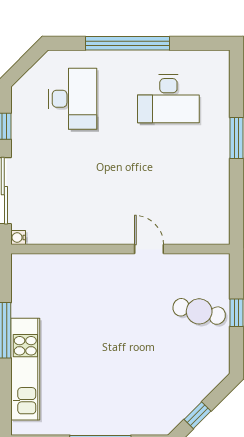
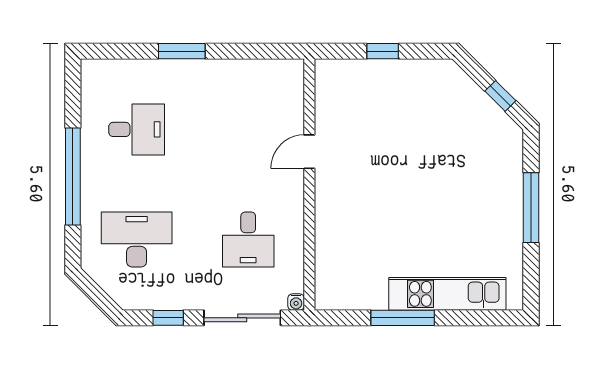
desk: (168, 99) -> (137, 129), width x0.73
desk: (73, 196) -> (248, 240), added
cafe table: (199, 311) -> (381, 94), removed

